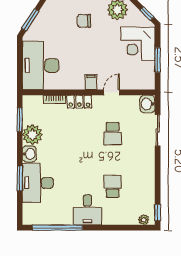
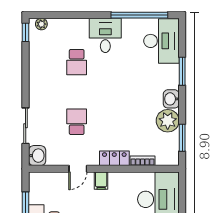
desk: (38, 183) -> (161, 41), moved

